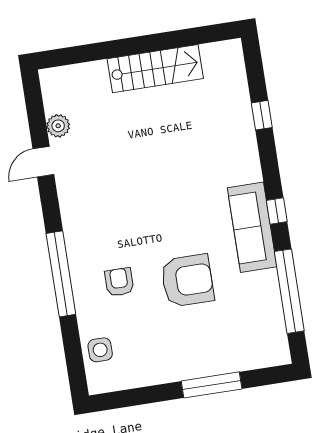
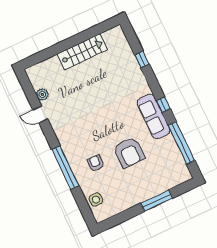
door: (43, 162) -> (40, 114), hinge flipped
armchair: (187, 281) -> (129, 152), turned 90

